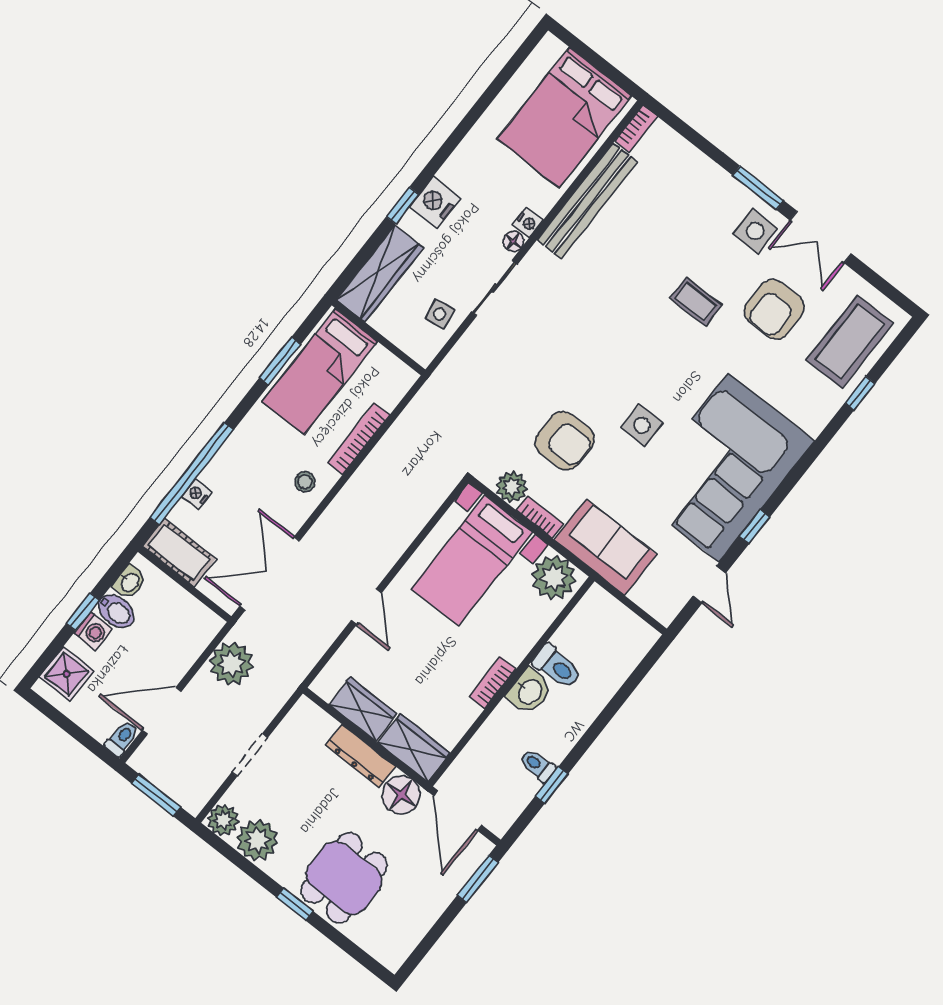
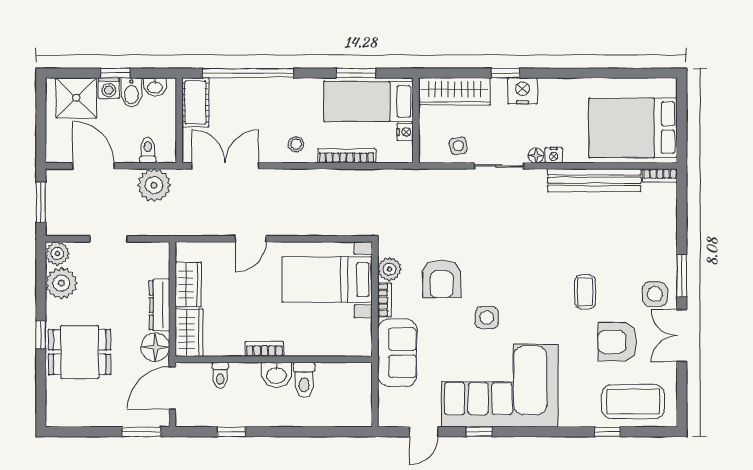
nightstand: (197, 494) -> (405, 132), moved, turned 90
plant: (554, 577) -> (355, 336), removed
shower: (67, 674) -> (76, 98), width x1.36, depth x1.36
toilet: (122, 738) -> (148, 150), moved, turned -90
toilet: (537, 765) -> (220, 375), moved, turned 180

